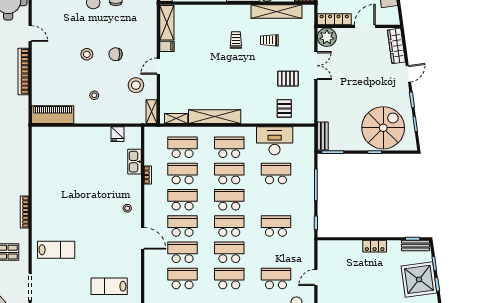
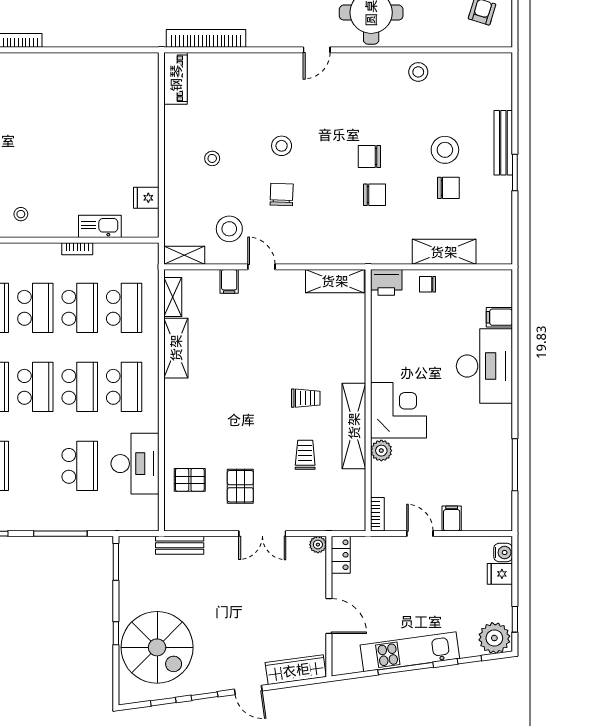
shelving: (277, 11) -> (354, 426), moved
locker: (334, 19) -> (341, 555), width x0.66
plant: (327, 37) -> (318, 545), width x0.53, depth x0.53
filing cabinet: (167, 46) -> (229, 281), moved
bookcase: (23, 71) -> (206, 38), moved
piano: (53, 115) -> (176, 78), width x0.73, depth x0.75
shelving: (215, 117) -> (176, 348), width x0.68
bench: (323, 136) -> (180, 545), moved

